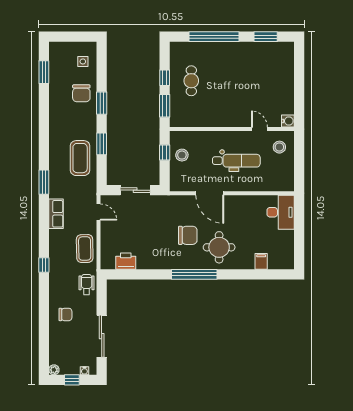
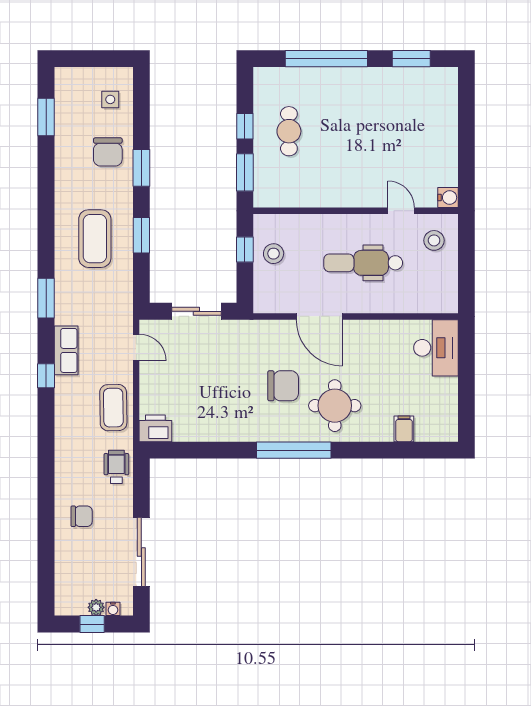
coffee table: (80, 158) -> (95, 239), moved
dental chair: (236, 161) -> (363, 263), turned 180
printer: (126, 261) -> (155, 428), moved
window: (44, 265) -> (46, 376), moved
plant: (54, 370) -> (96, 607), moved

